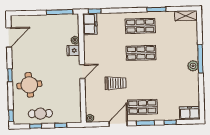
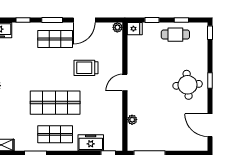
freezer: (90, 24) -> (91, 143), moved, turned 90
door: (9, 37) -> (210, 125), hinge flipped
fridge: (73, 50) -> (135, 29), moved
shop shelf: (141, 53) -> (55, 103), width x1.43, depth x1.36
round table: (29, 85) -> (188, 85), moved

